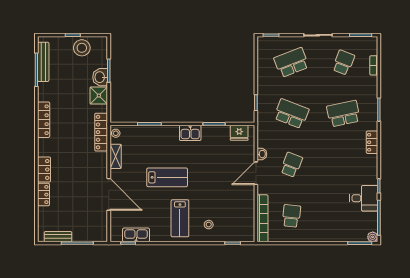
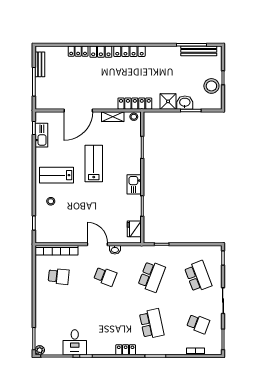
locker: (44, 120) -> (129, 51), moved
lab bench: (167, 177) -> (94, 163), turned 180

